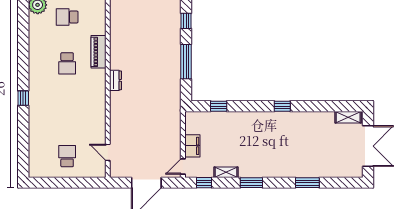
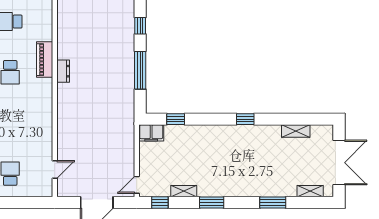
dresser: (115, 80) -> (63, 71), moved
shelving: (348, 117) -> (296, 131), moved
filing cabinet: (192, 146) -> (151, 133), moved, turned 90
door: (108, 152) -> (55, 169), swing flipped
shelving: (342, 172) -> (310, 191), added

